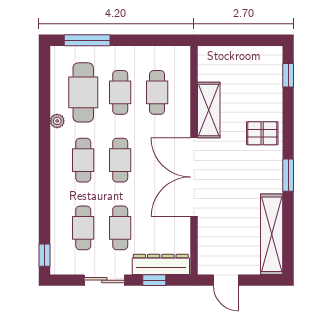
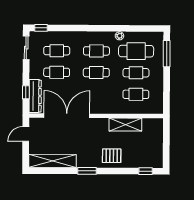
pallet: (262, 133) -> (112, 156), turned 90
double door: (194, 177) -> (67, 116), moved
sliding door: (104, 280) -> (26, 48), moved

